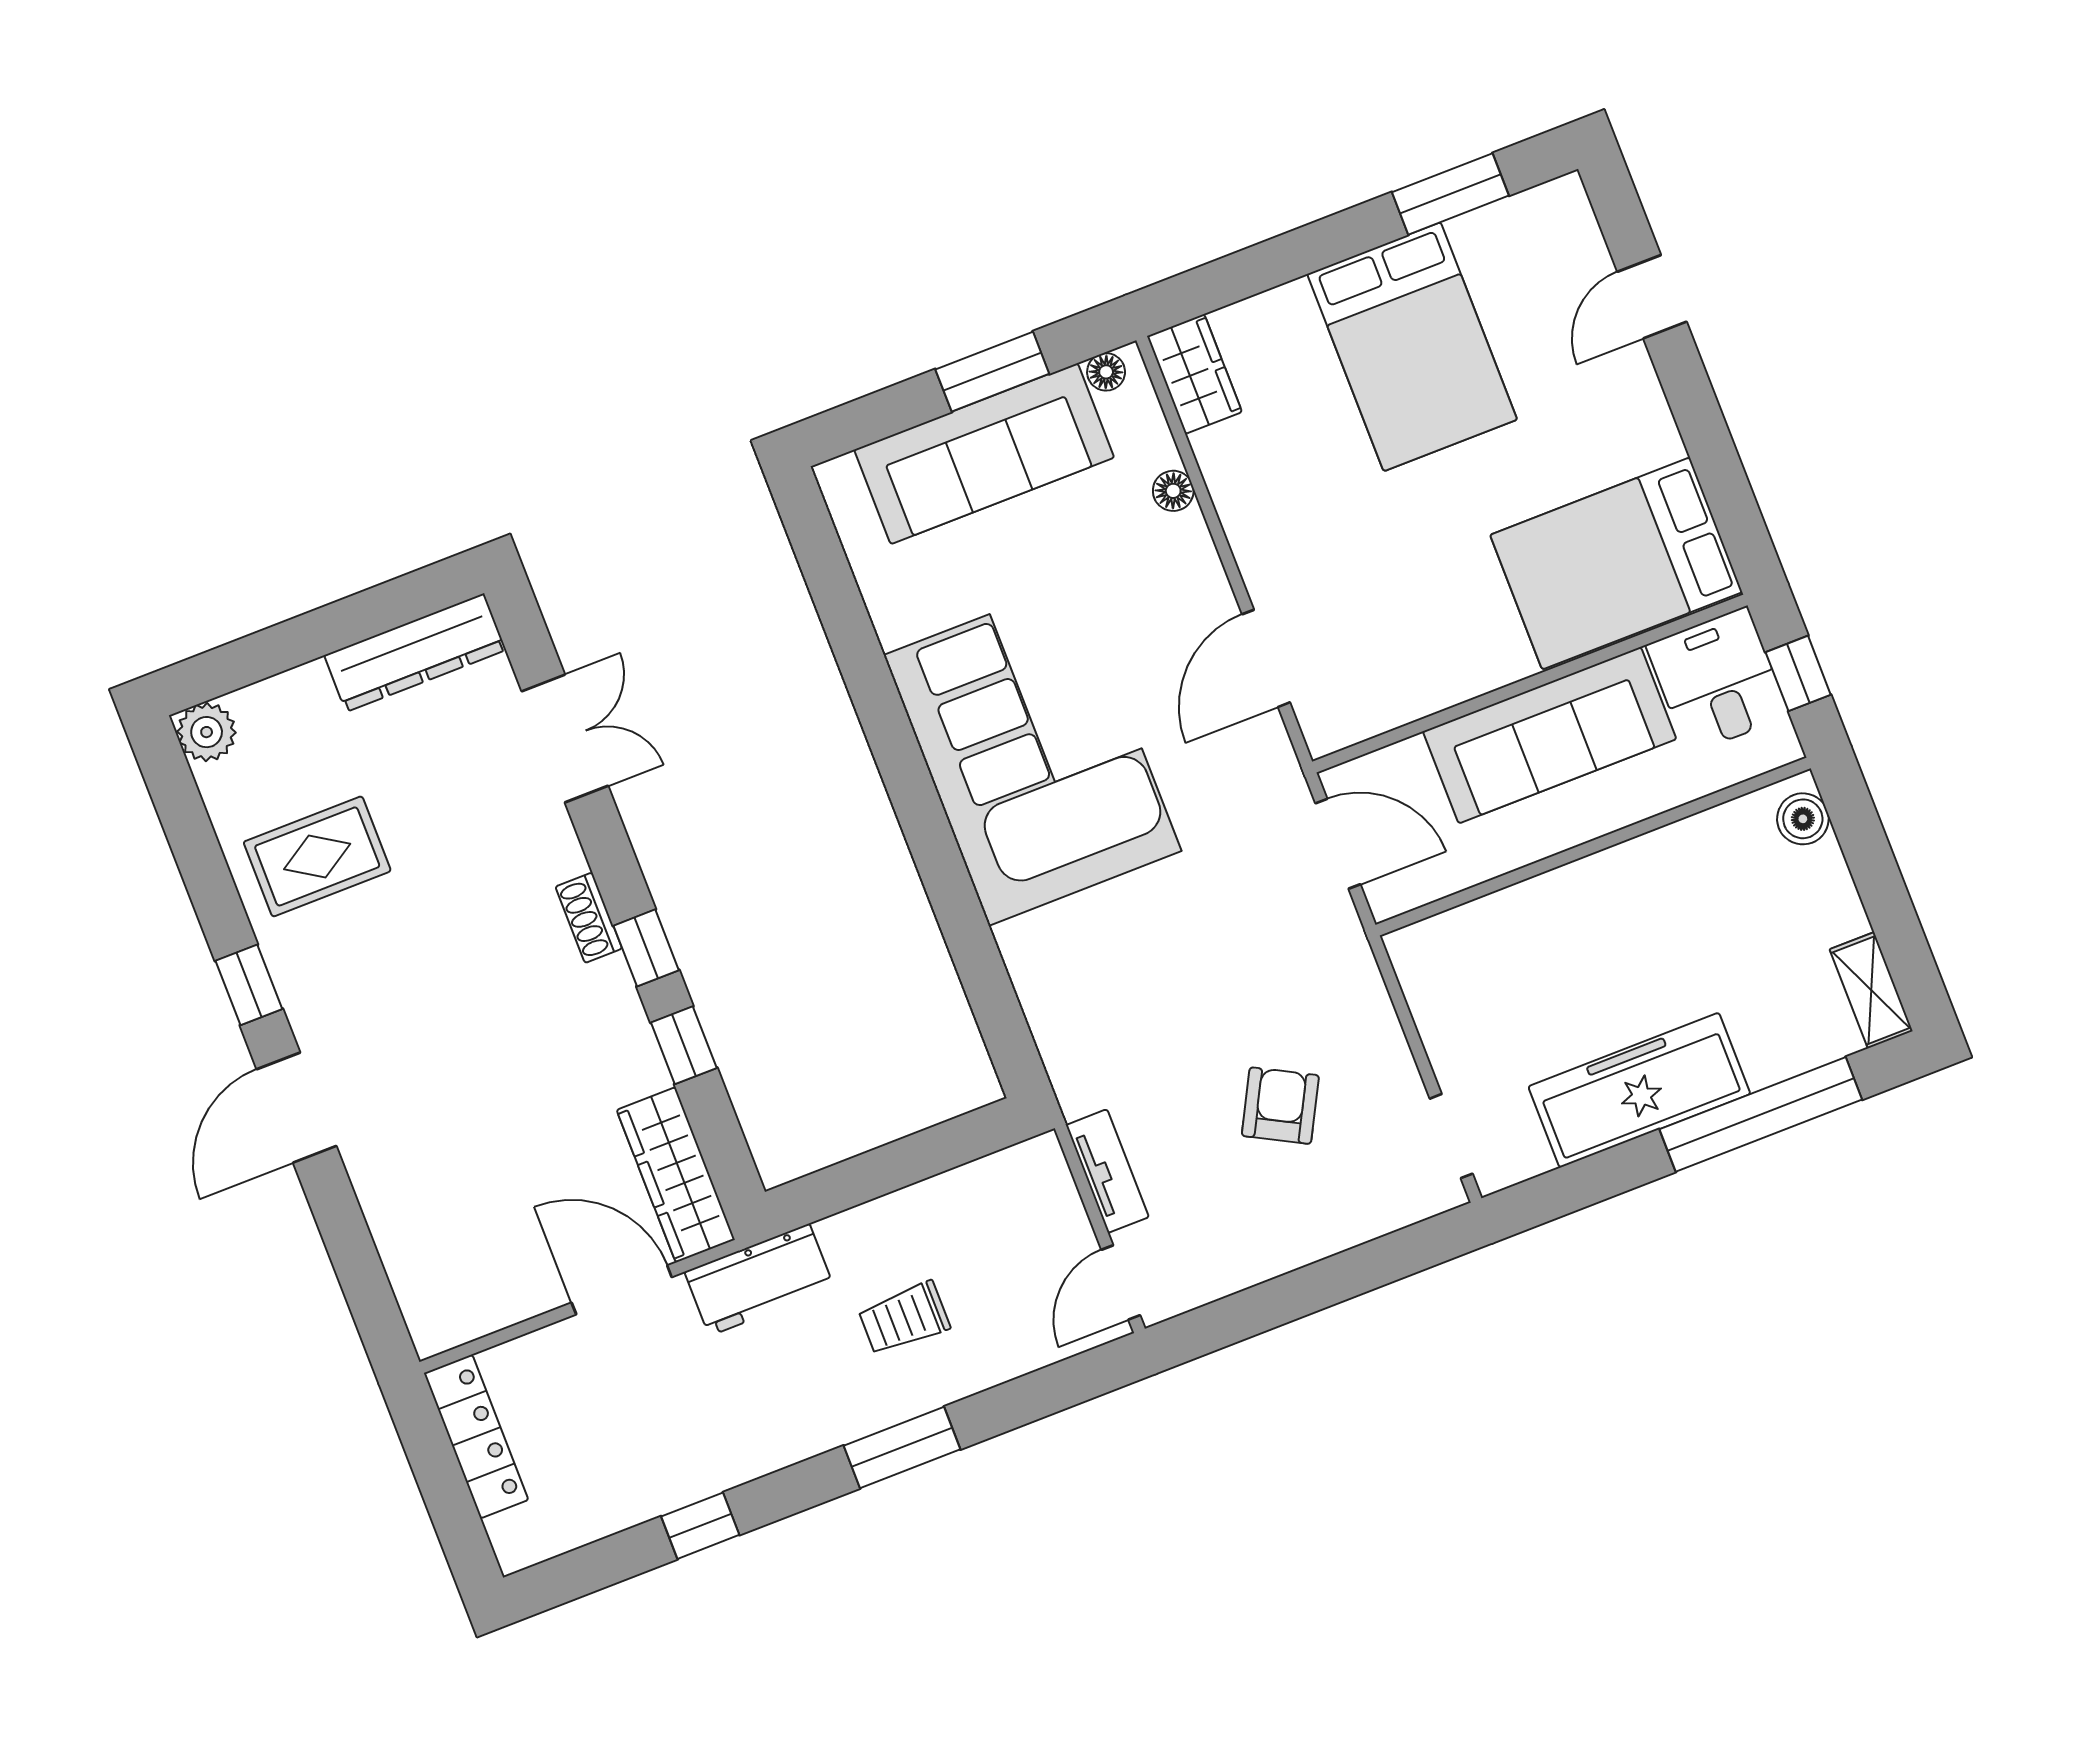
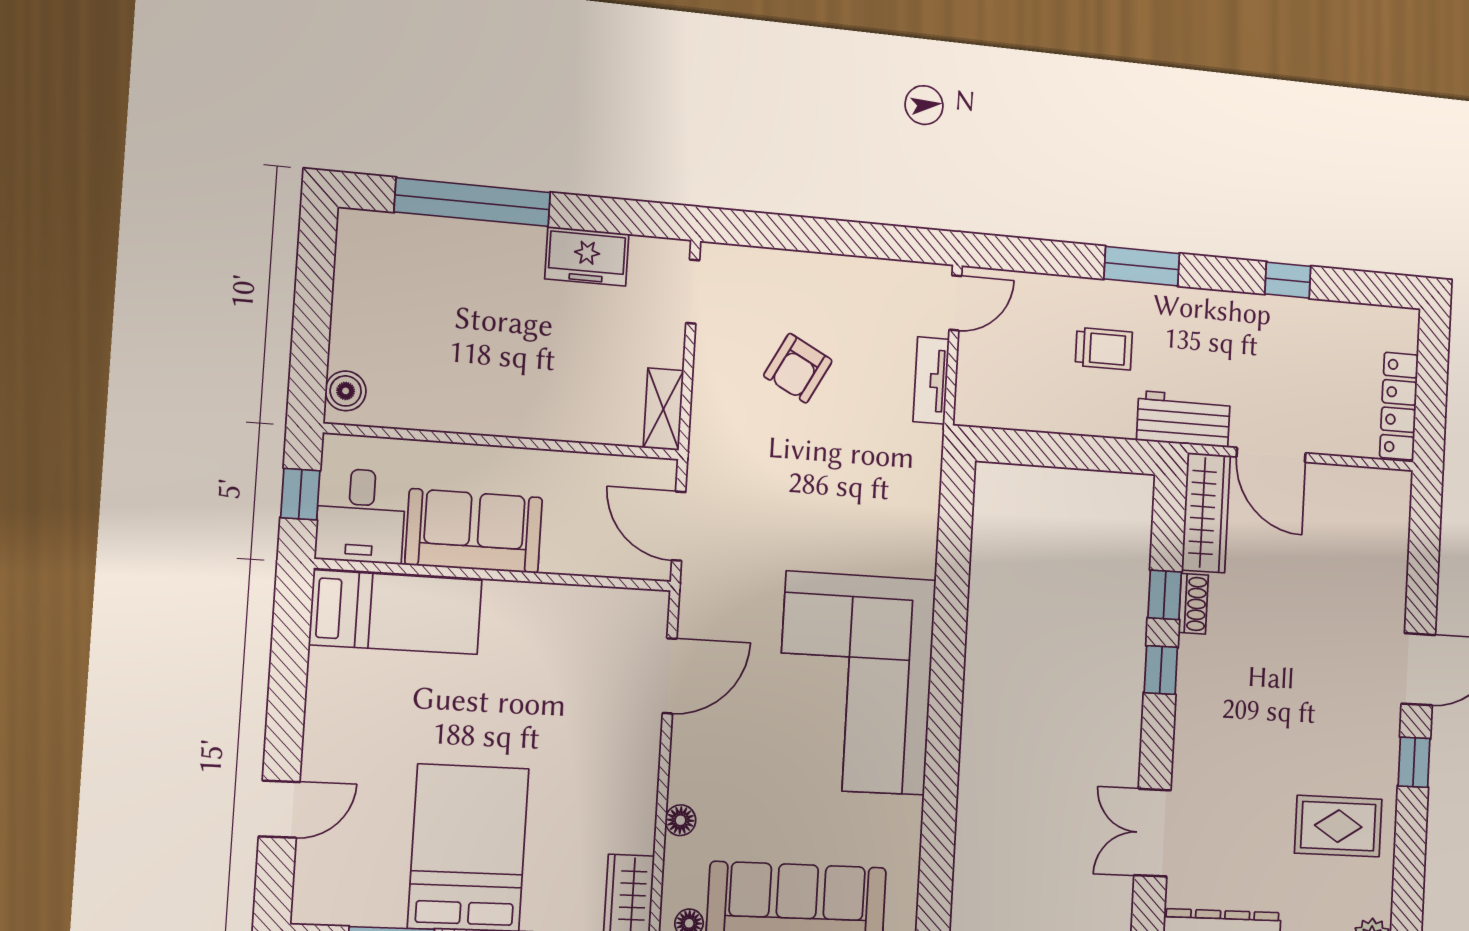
bed: (1616, 563) -> (396, 612), width x0.67
sofa: (1550, 735) -> (474, 531), width x0.73
shoe rack: (589, 918) -> (1193, 604), moved
shelving: (1871, 990) -> (663, 409), moved
freezer: (1639, 1090) -> (587, 256), width x0.52, depth x0.79

